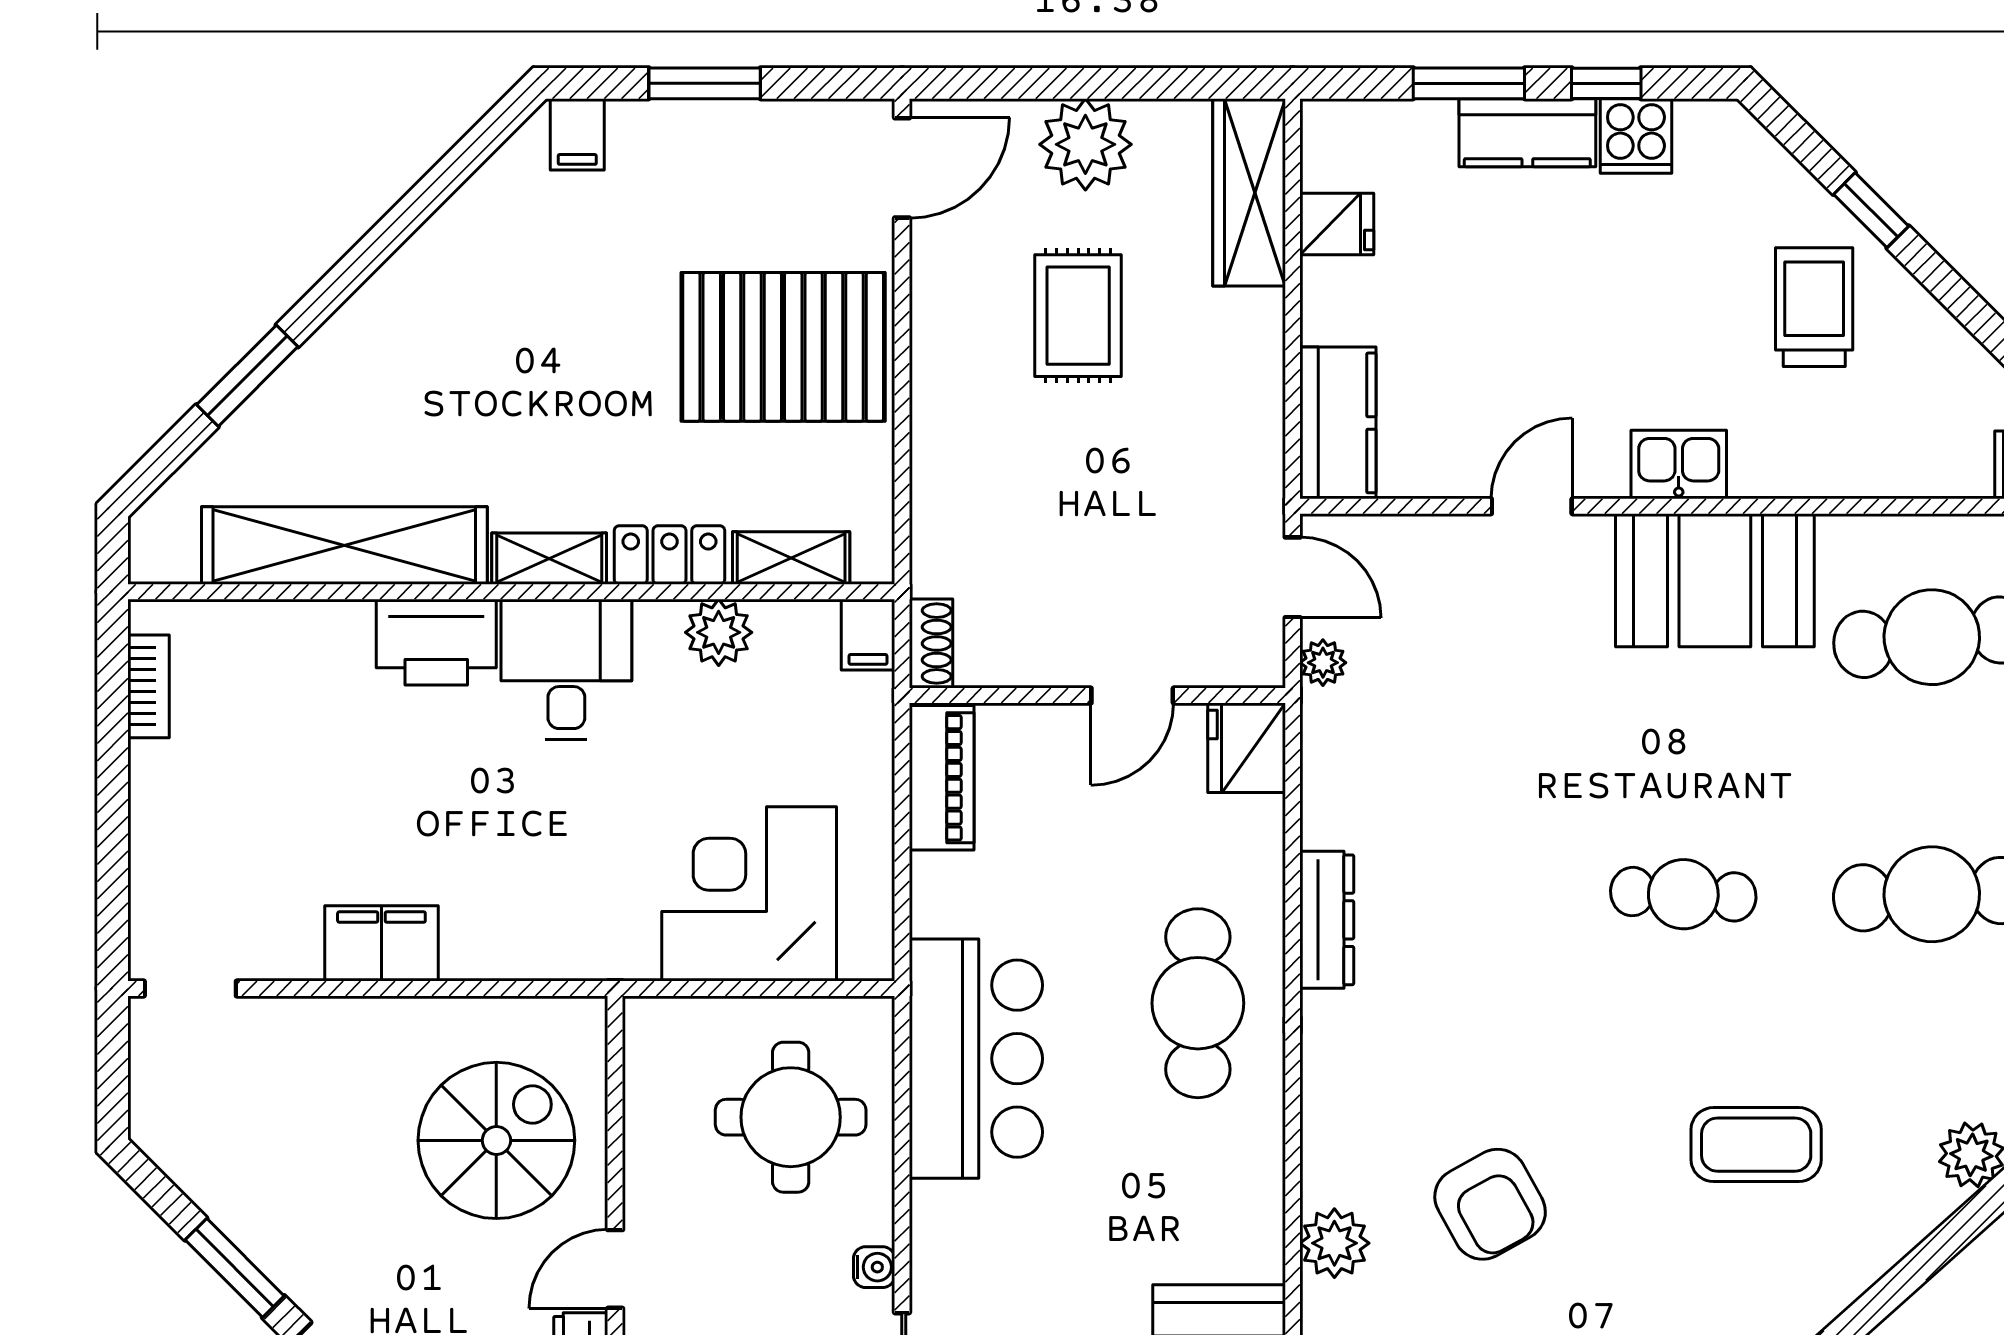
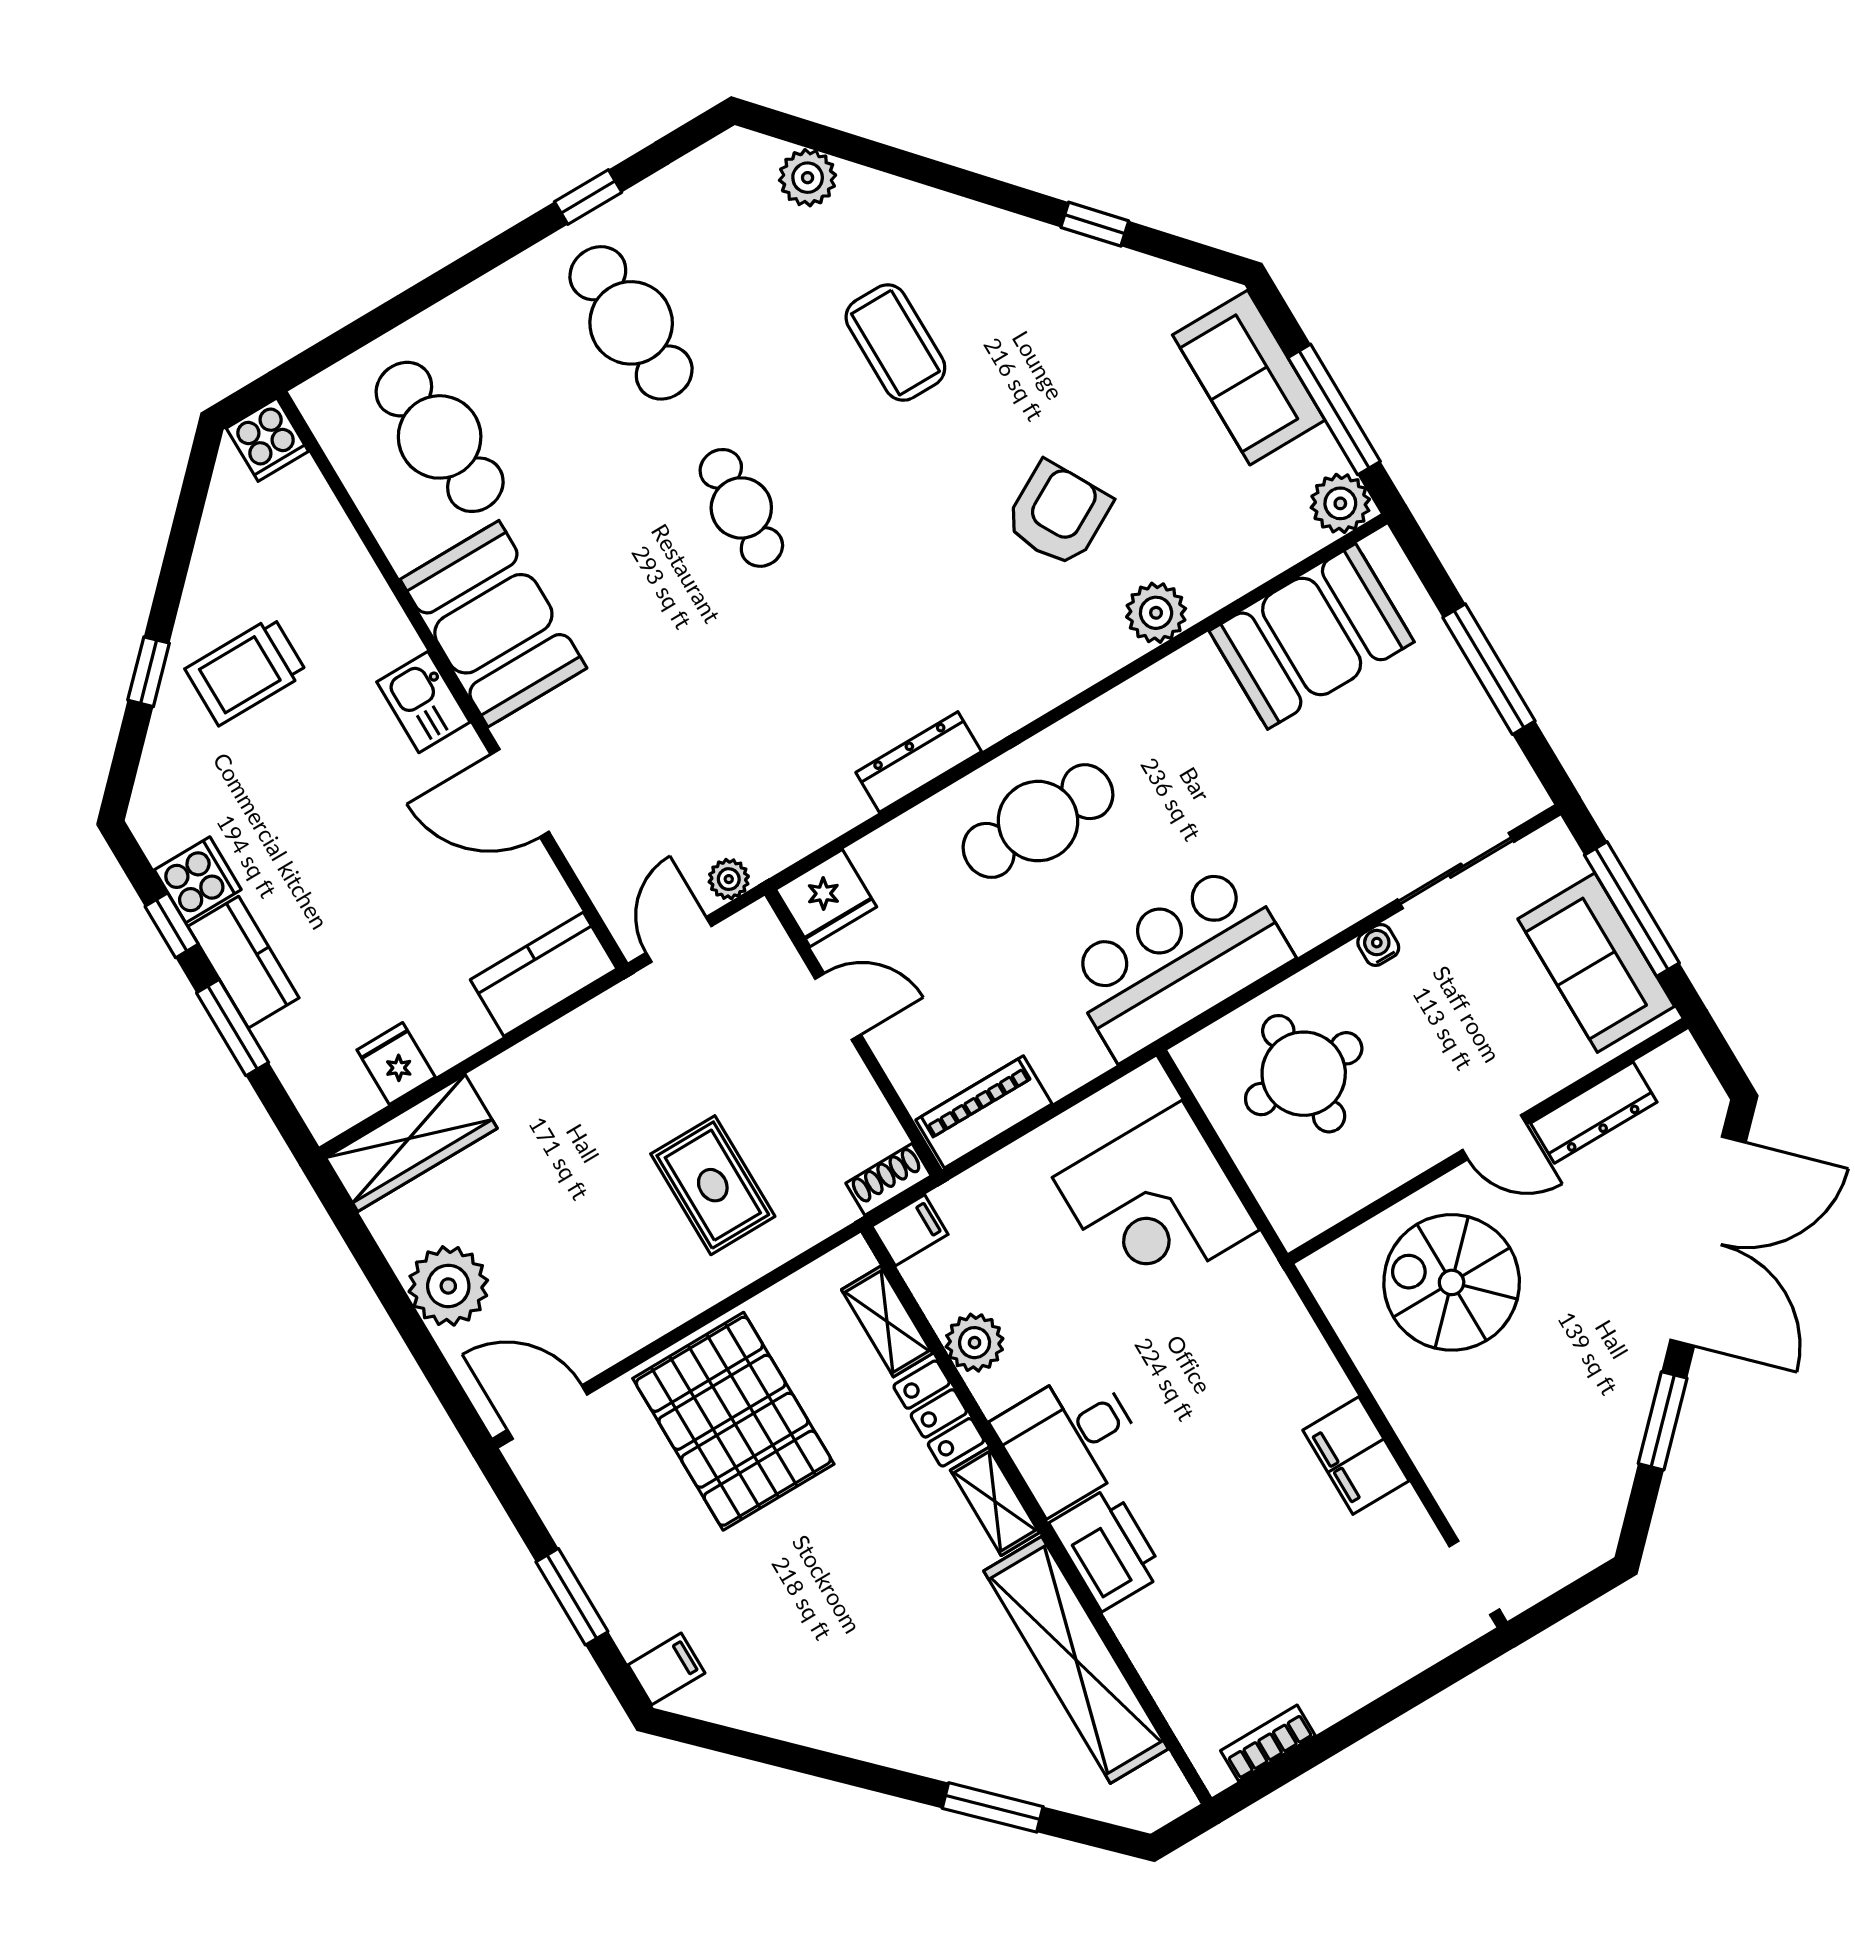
rug: (1078, 316) -> (713, 1185), moved, turned 90
door: (1532, 506) -> (520, 793), width x1.38

